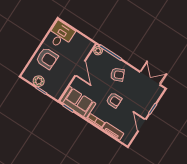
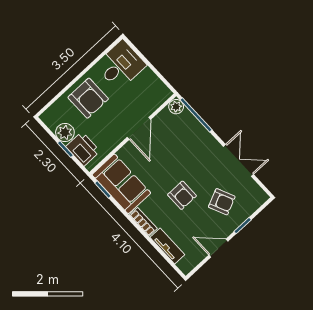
armchair: (117, 75) -> (222, 202), moved
double door: (150, 78) -> (238, 160), moved
printer: (51, 88) -> (83, 149), added
door: (142, 125) -> (218, 248), hinge flipped

